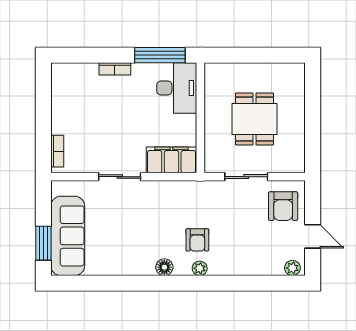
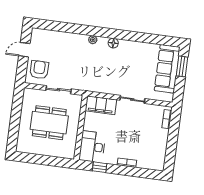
window: (160, 55) -> (100, 167), width x0.46
dining table: (254, 119) -> (49, 123), width x1.38
door: (313, 236) -> (24, 50), hinge flipped
armchair: (197, 240) -> (92, 56), removed
plant: (292, 268) -> (39, 33), removed

